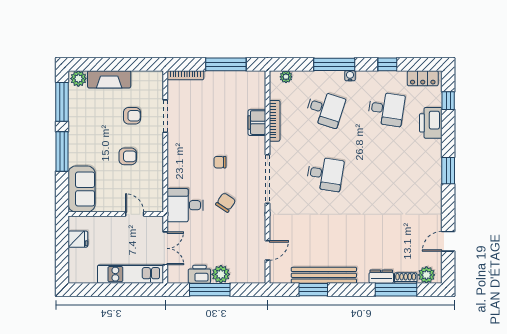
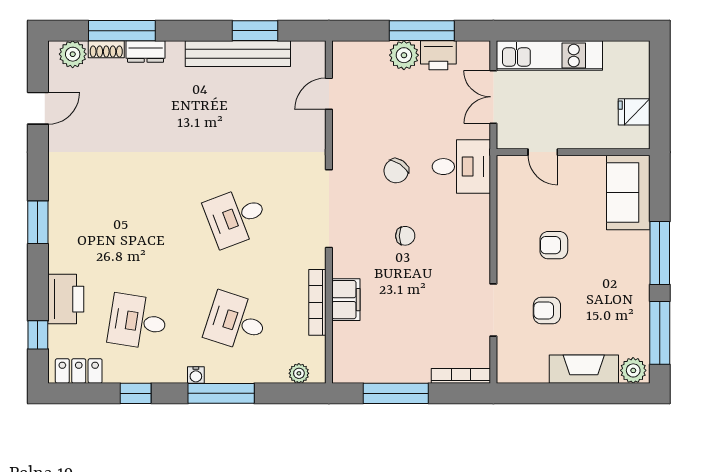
desk: (325, 174) -> (236, 217), turned -30

